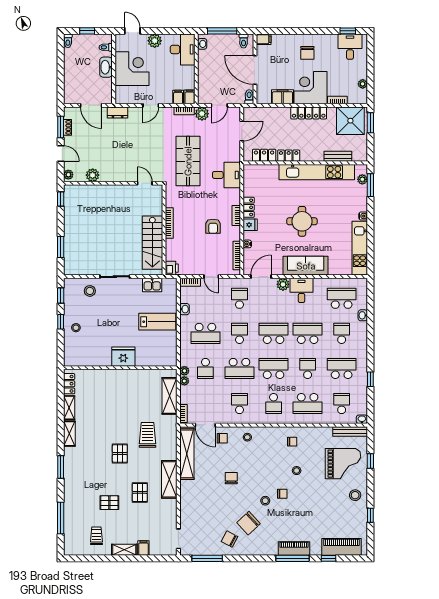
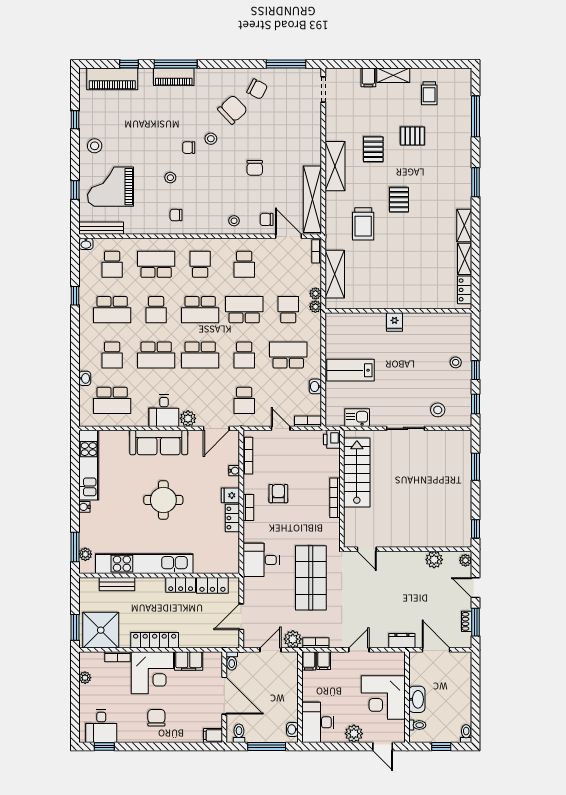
fridge: (123, 357) -> (394, 322), width x0.53, depth x0.75

